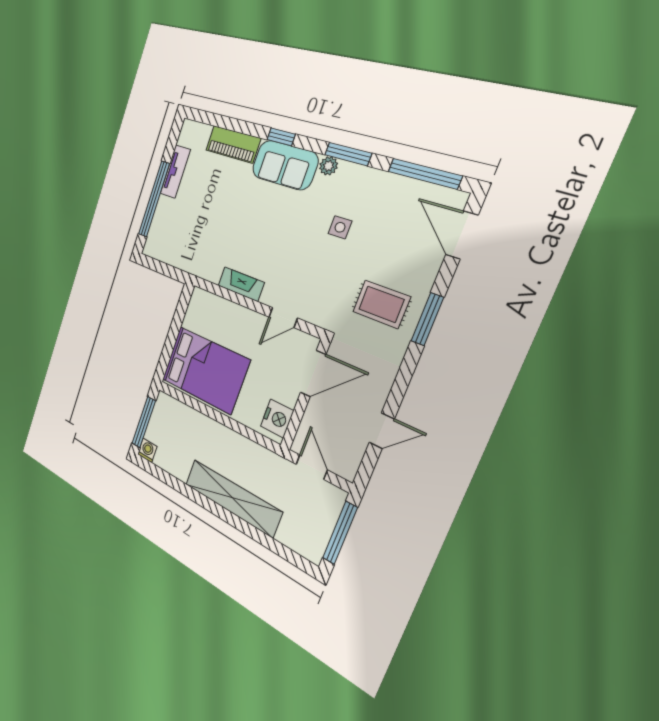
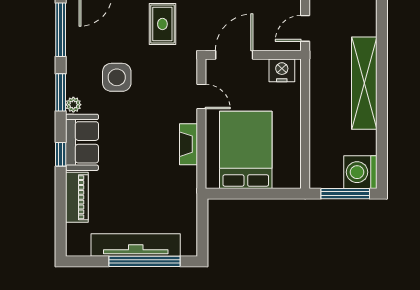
tv unit: (175, 172) -> (136, 245), width x1.92, depth x1.29
side table: (340, 227) -> (117, 77), width x1.87, depth x1.87
bed: (205, 370) -> (246, 150), moved
door: (313, 374) -> (234, 55), hinge flipped
washing machine: (147, 450) -> (360, 172), width x1.89, depth x1.89

